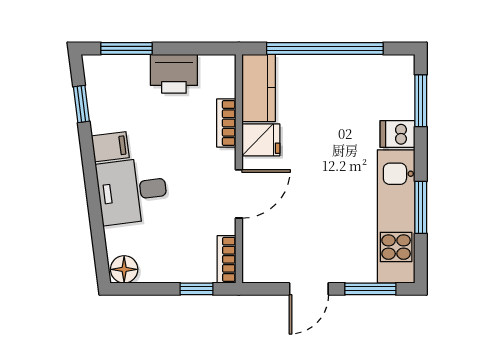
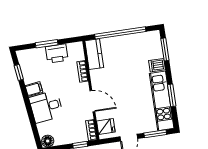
window: (126, 48) -> (47, 44), moved
fridge: (261, 140) -> (106, 127), moved
door: (239, 194) -> (92, 101), hinge flipped

